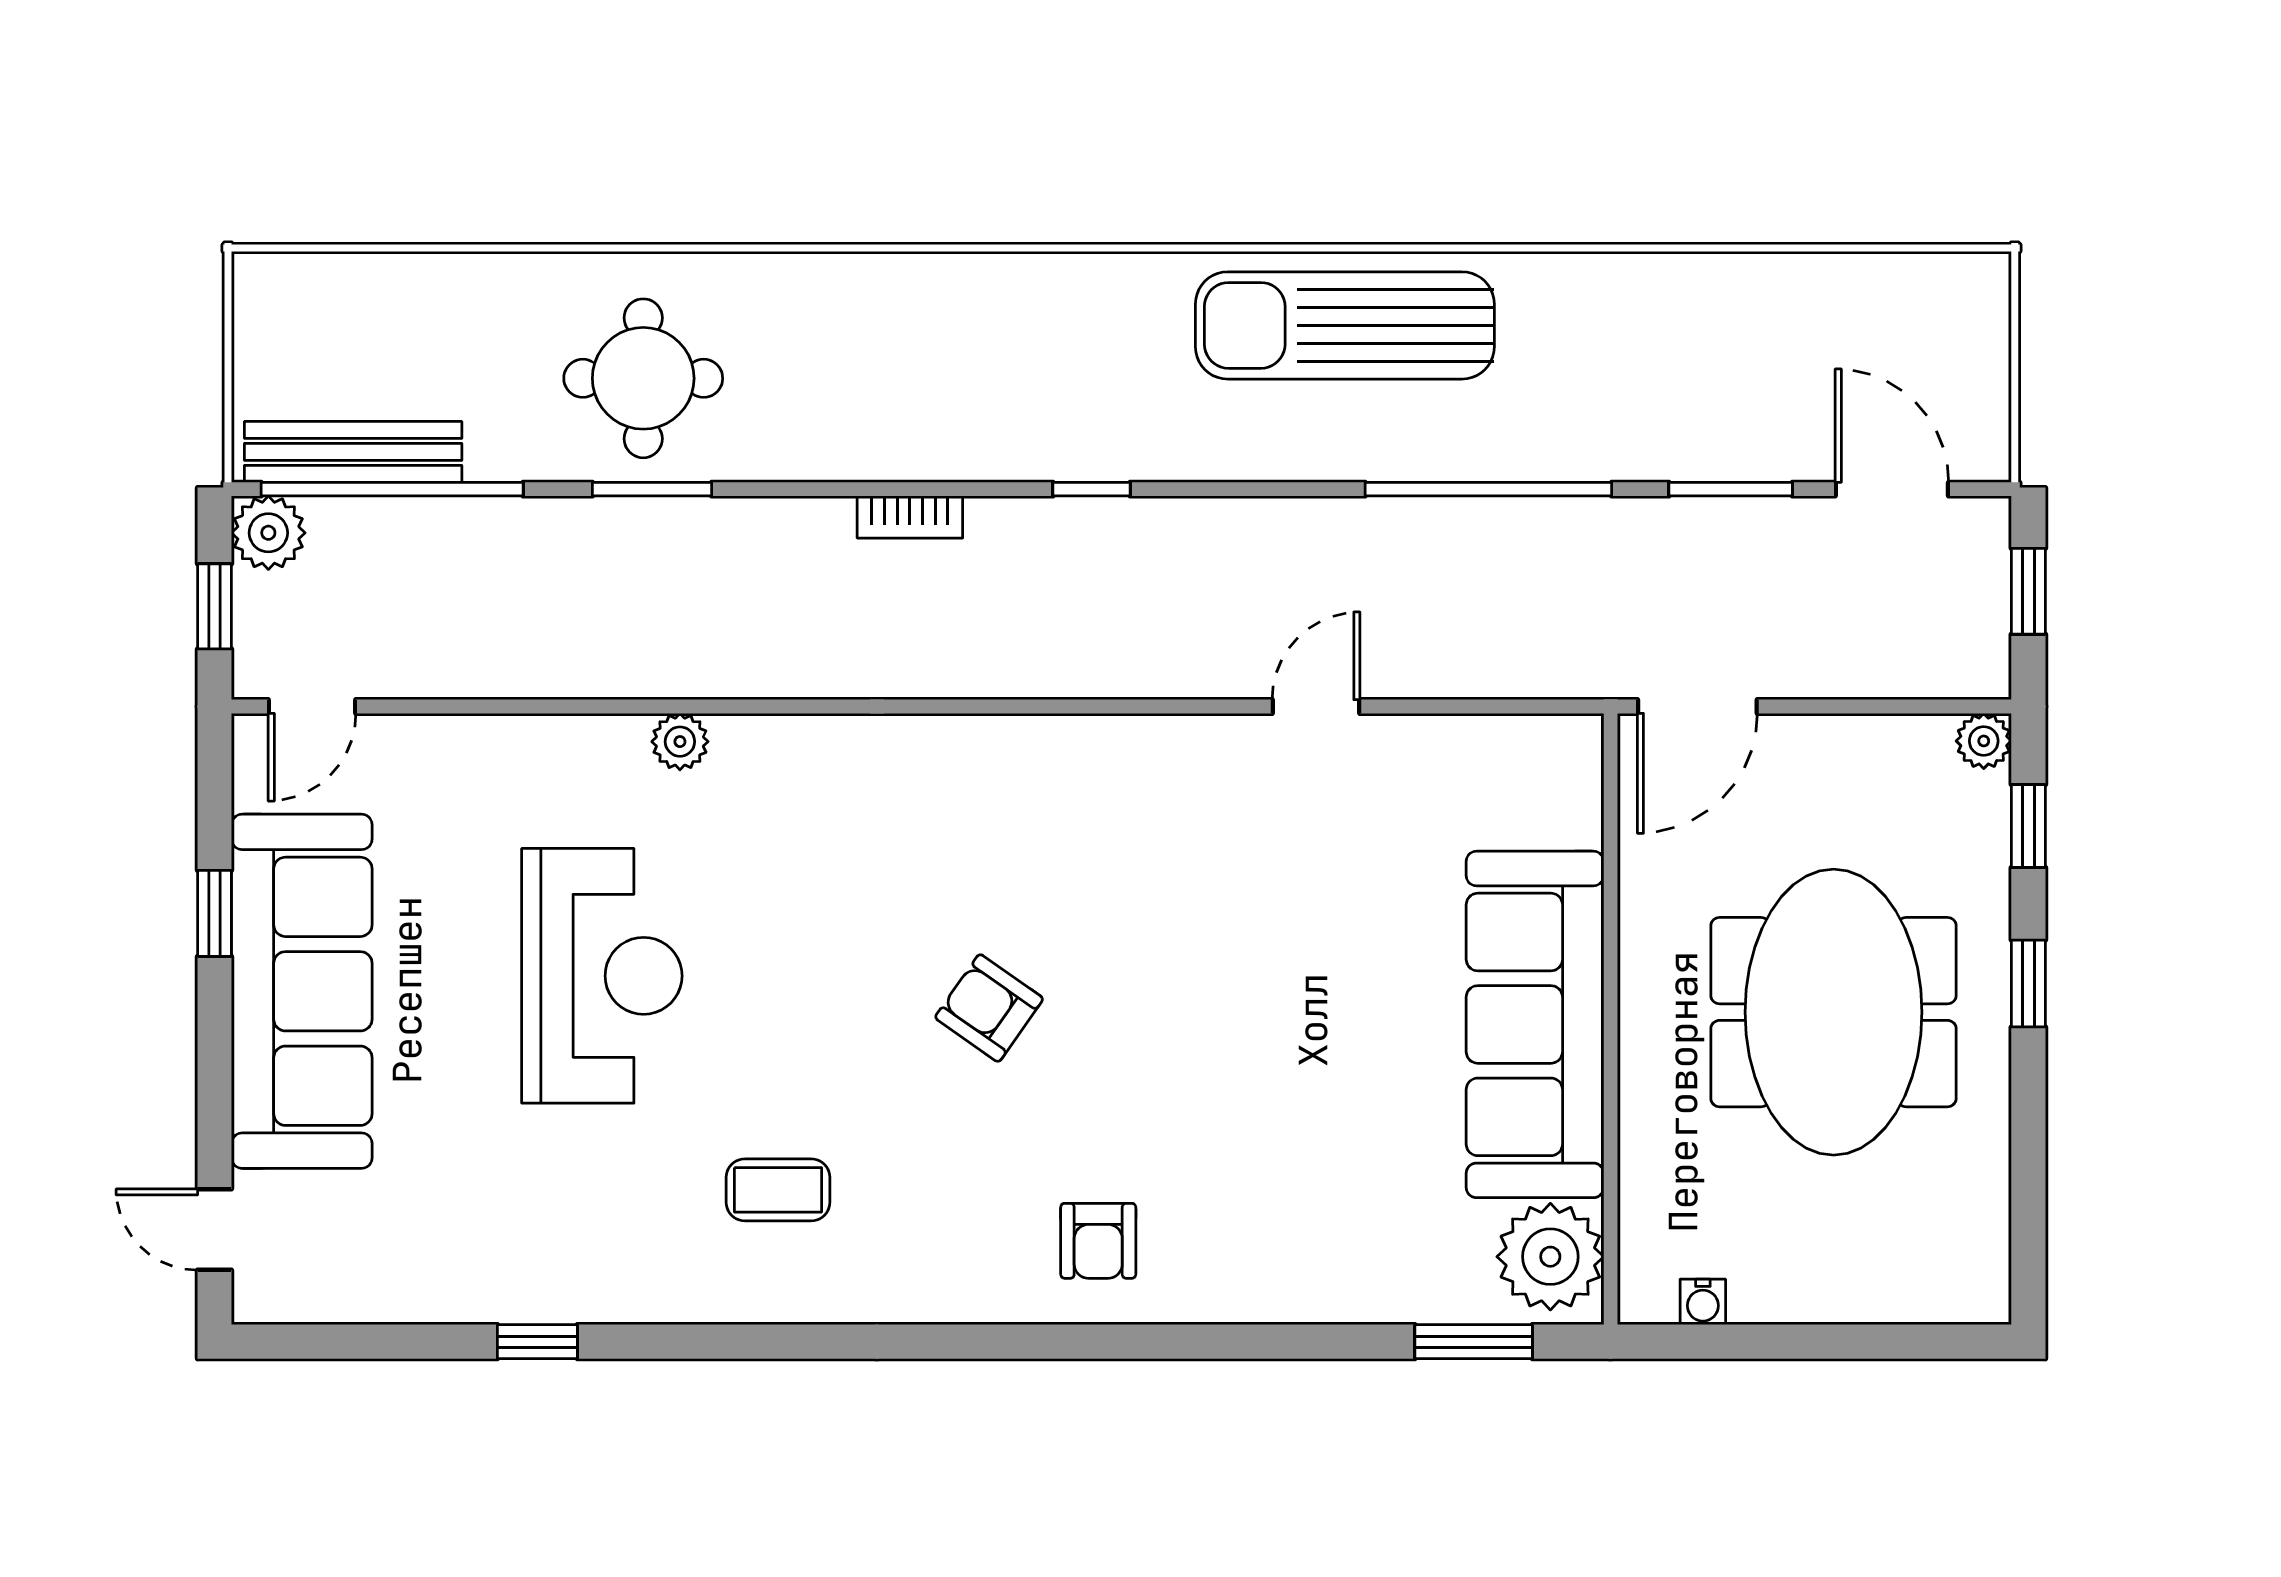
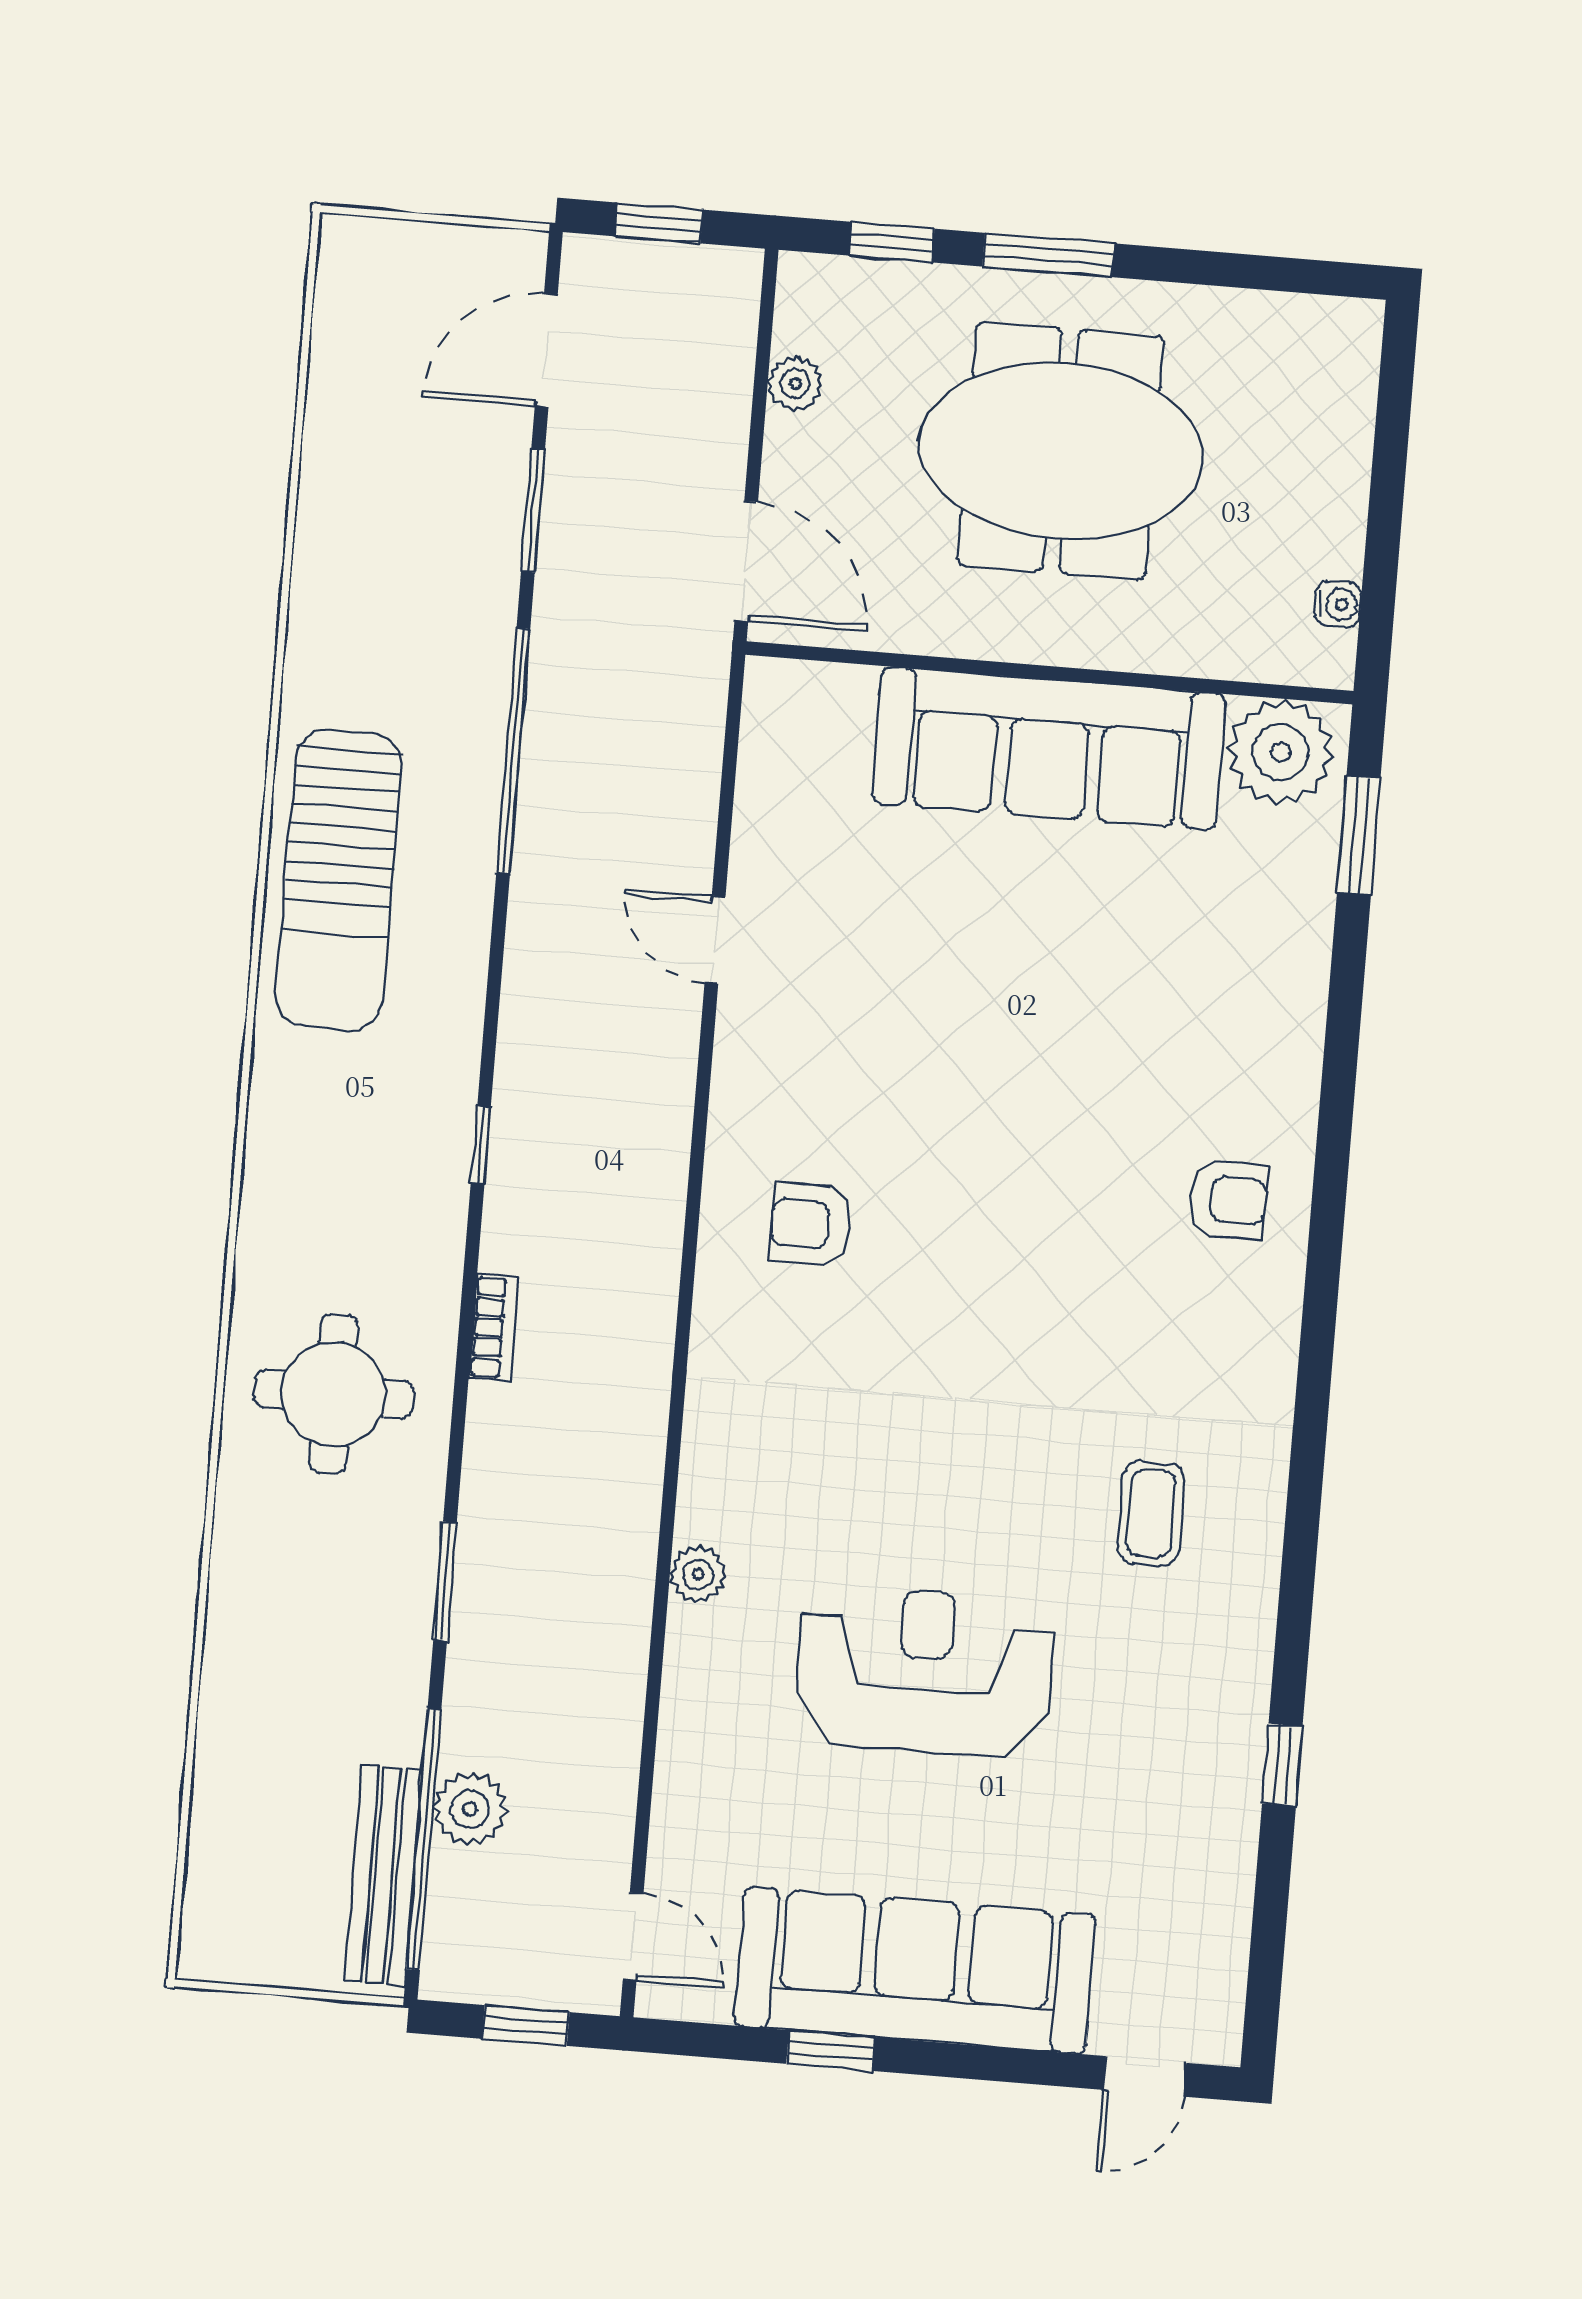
round table: (643, 378) -> (333, 1394), moved
plant: (268, 533) -> (470, 1809), moved
plant: (1984, 741) -> (795, 384), moved
window: (2028, 984) -> (1048, 255), width x1.50
armchair: (989, 1008) -> (811, 1224), moved, turned 55

